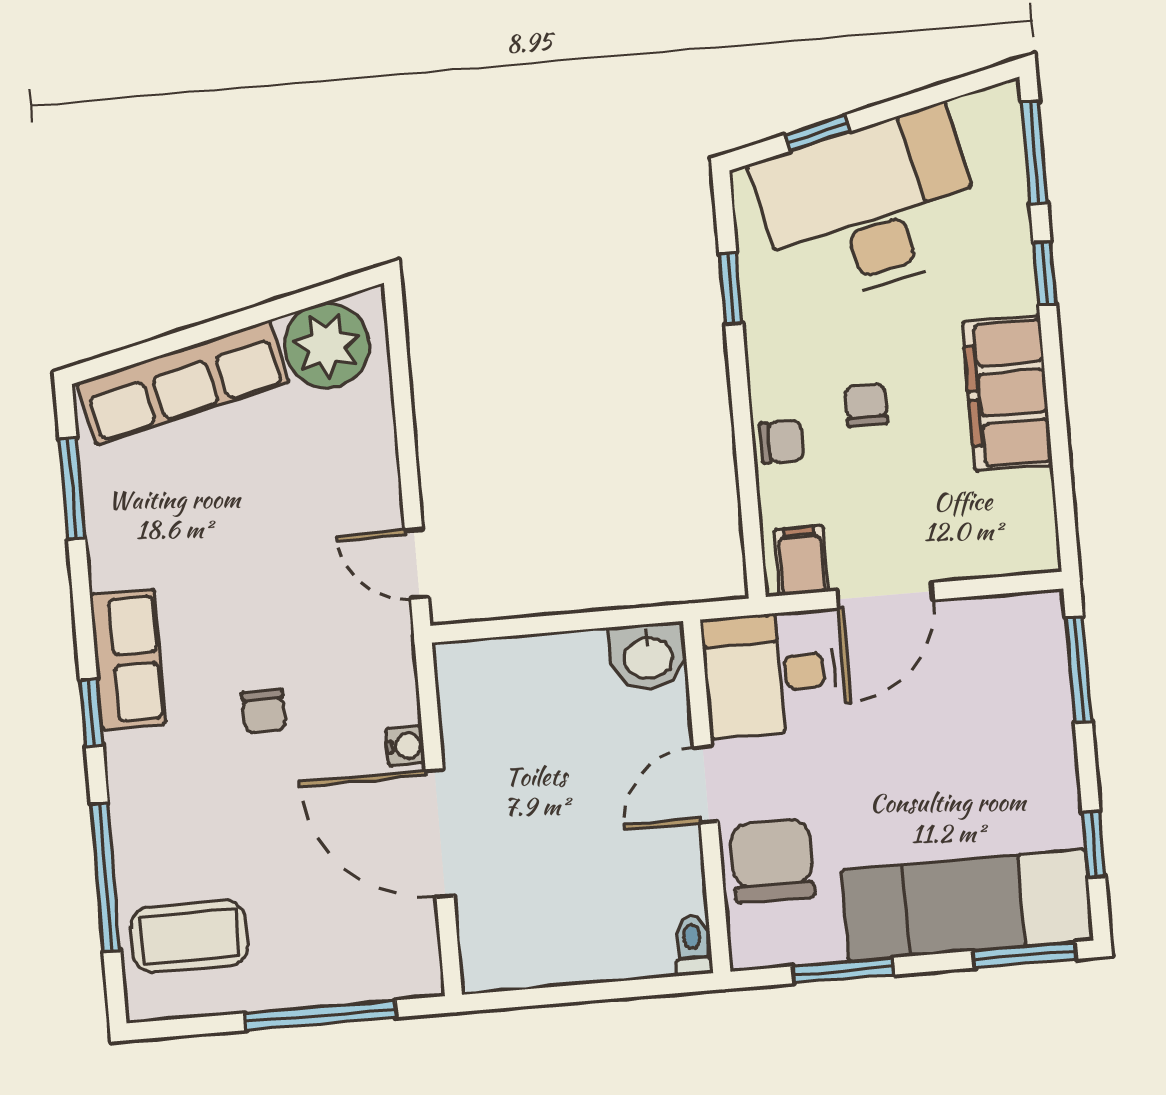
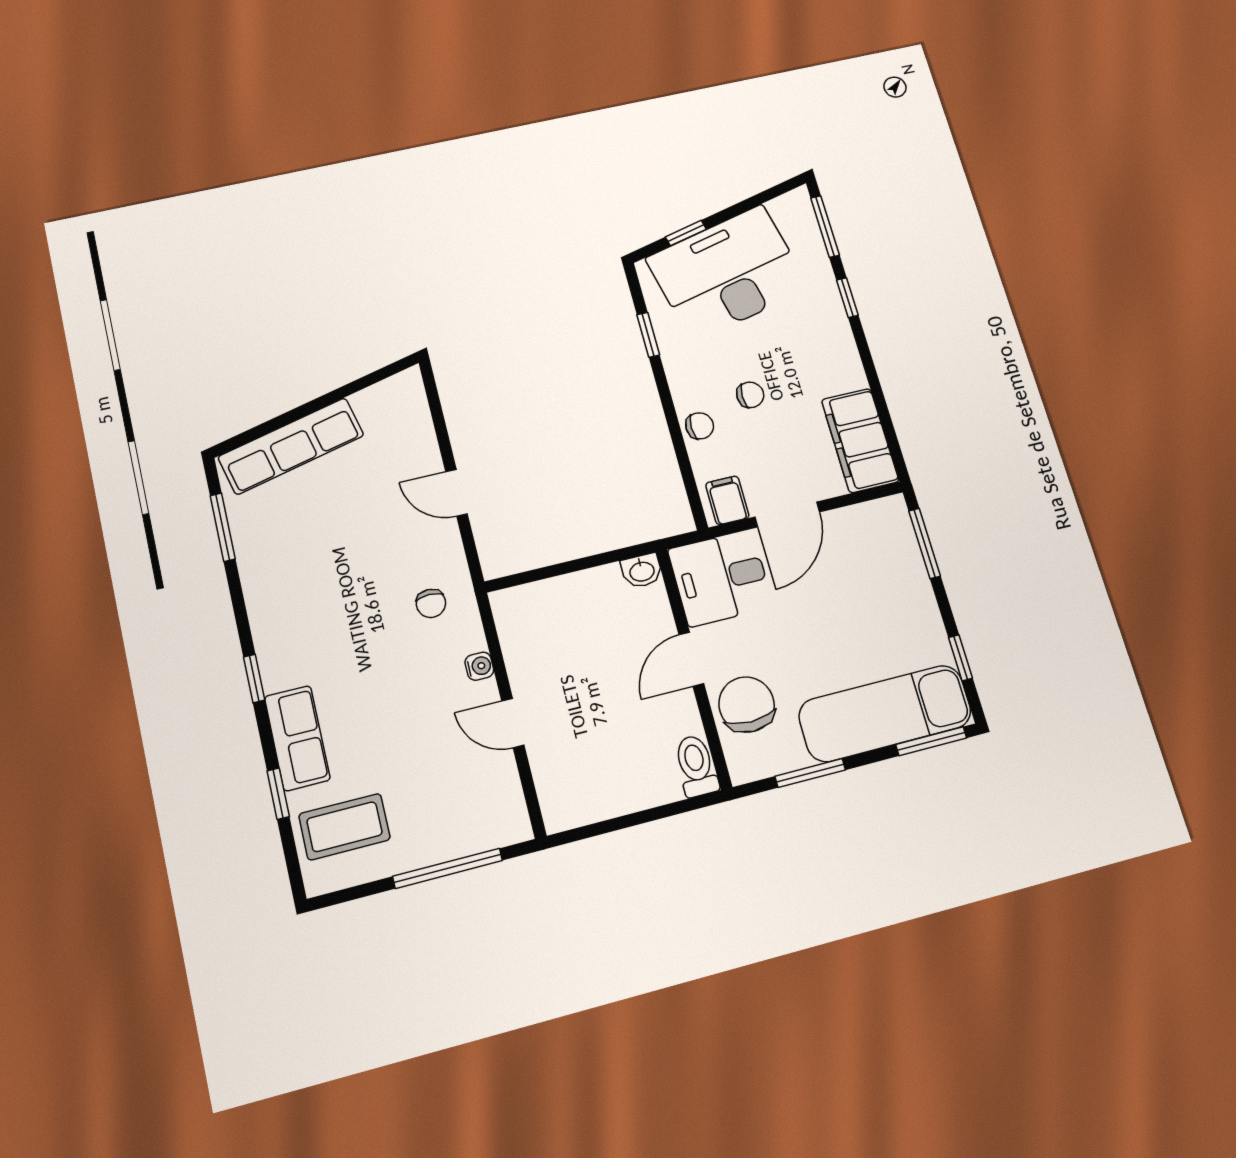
plant: (327, 346) -> (386, 408), removed
filing cabinet: (1007, 393) -> (860, 440), moved
chair: (866, 405) -> (750, 395), turned 90
door: (416, 564) -> (456, 493), moved
washbasin: (648, 656) -> (642, 571), width x0.72, depth x0.69
row of seats: (128, 659) -> (297, 738), moved
chair: (264, 711) -> (431, 603), moved
door: (440, 833) -> (513, 723), width x0.53
window: (105, 877) -> (278, 794), width x0.46
toilet: (693, 945) -> (696, 766), width x1.37, depth x1.39

